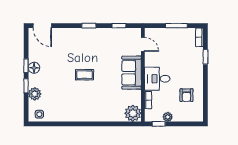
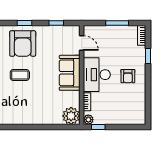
armchair: (87, 45) -> (23, 44), added
desk: (157, 79) -> (97, 75), width x1.37
armchair: (186, 95) -> (128, 76), moved
plant: (168, 117) -> (88, 120), moved

